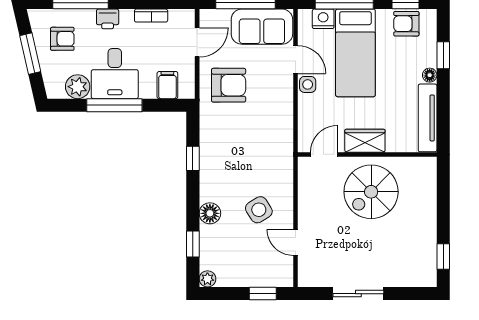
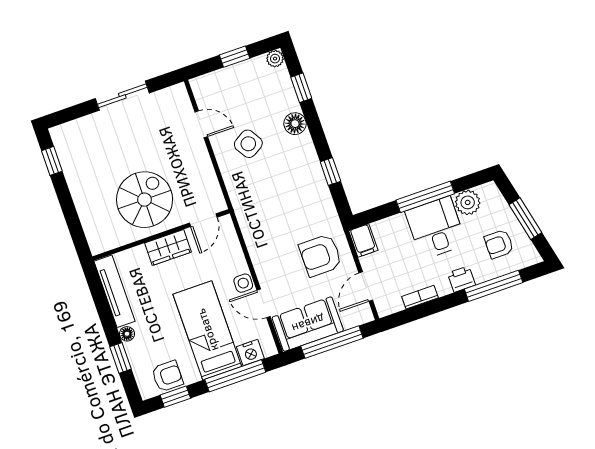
filing cabinet: (167, 85) -> (363, 241), moved
window: (263, 294) -> (235, 57), moved

